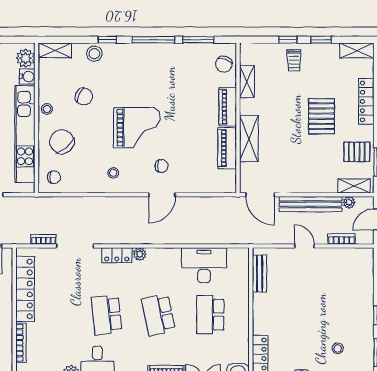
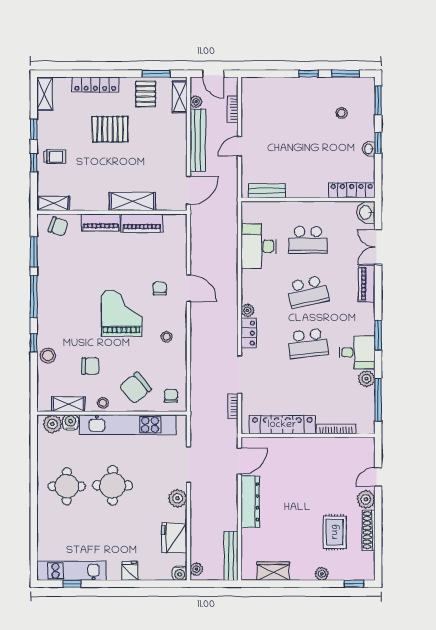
shelving: (55, 50) -> (68, 404), moved, turned 90
shelving: (247, 82) -> (53, 203), moved
chair: (84, 97) -> (90, 366), turned 65

